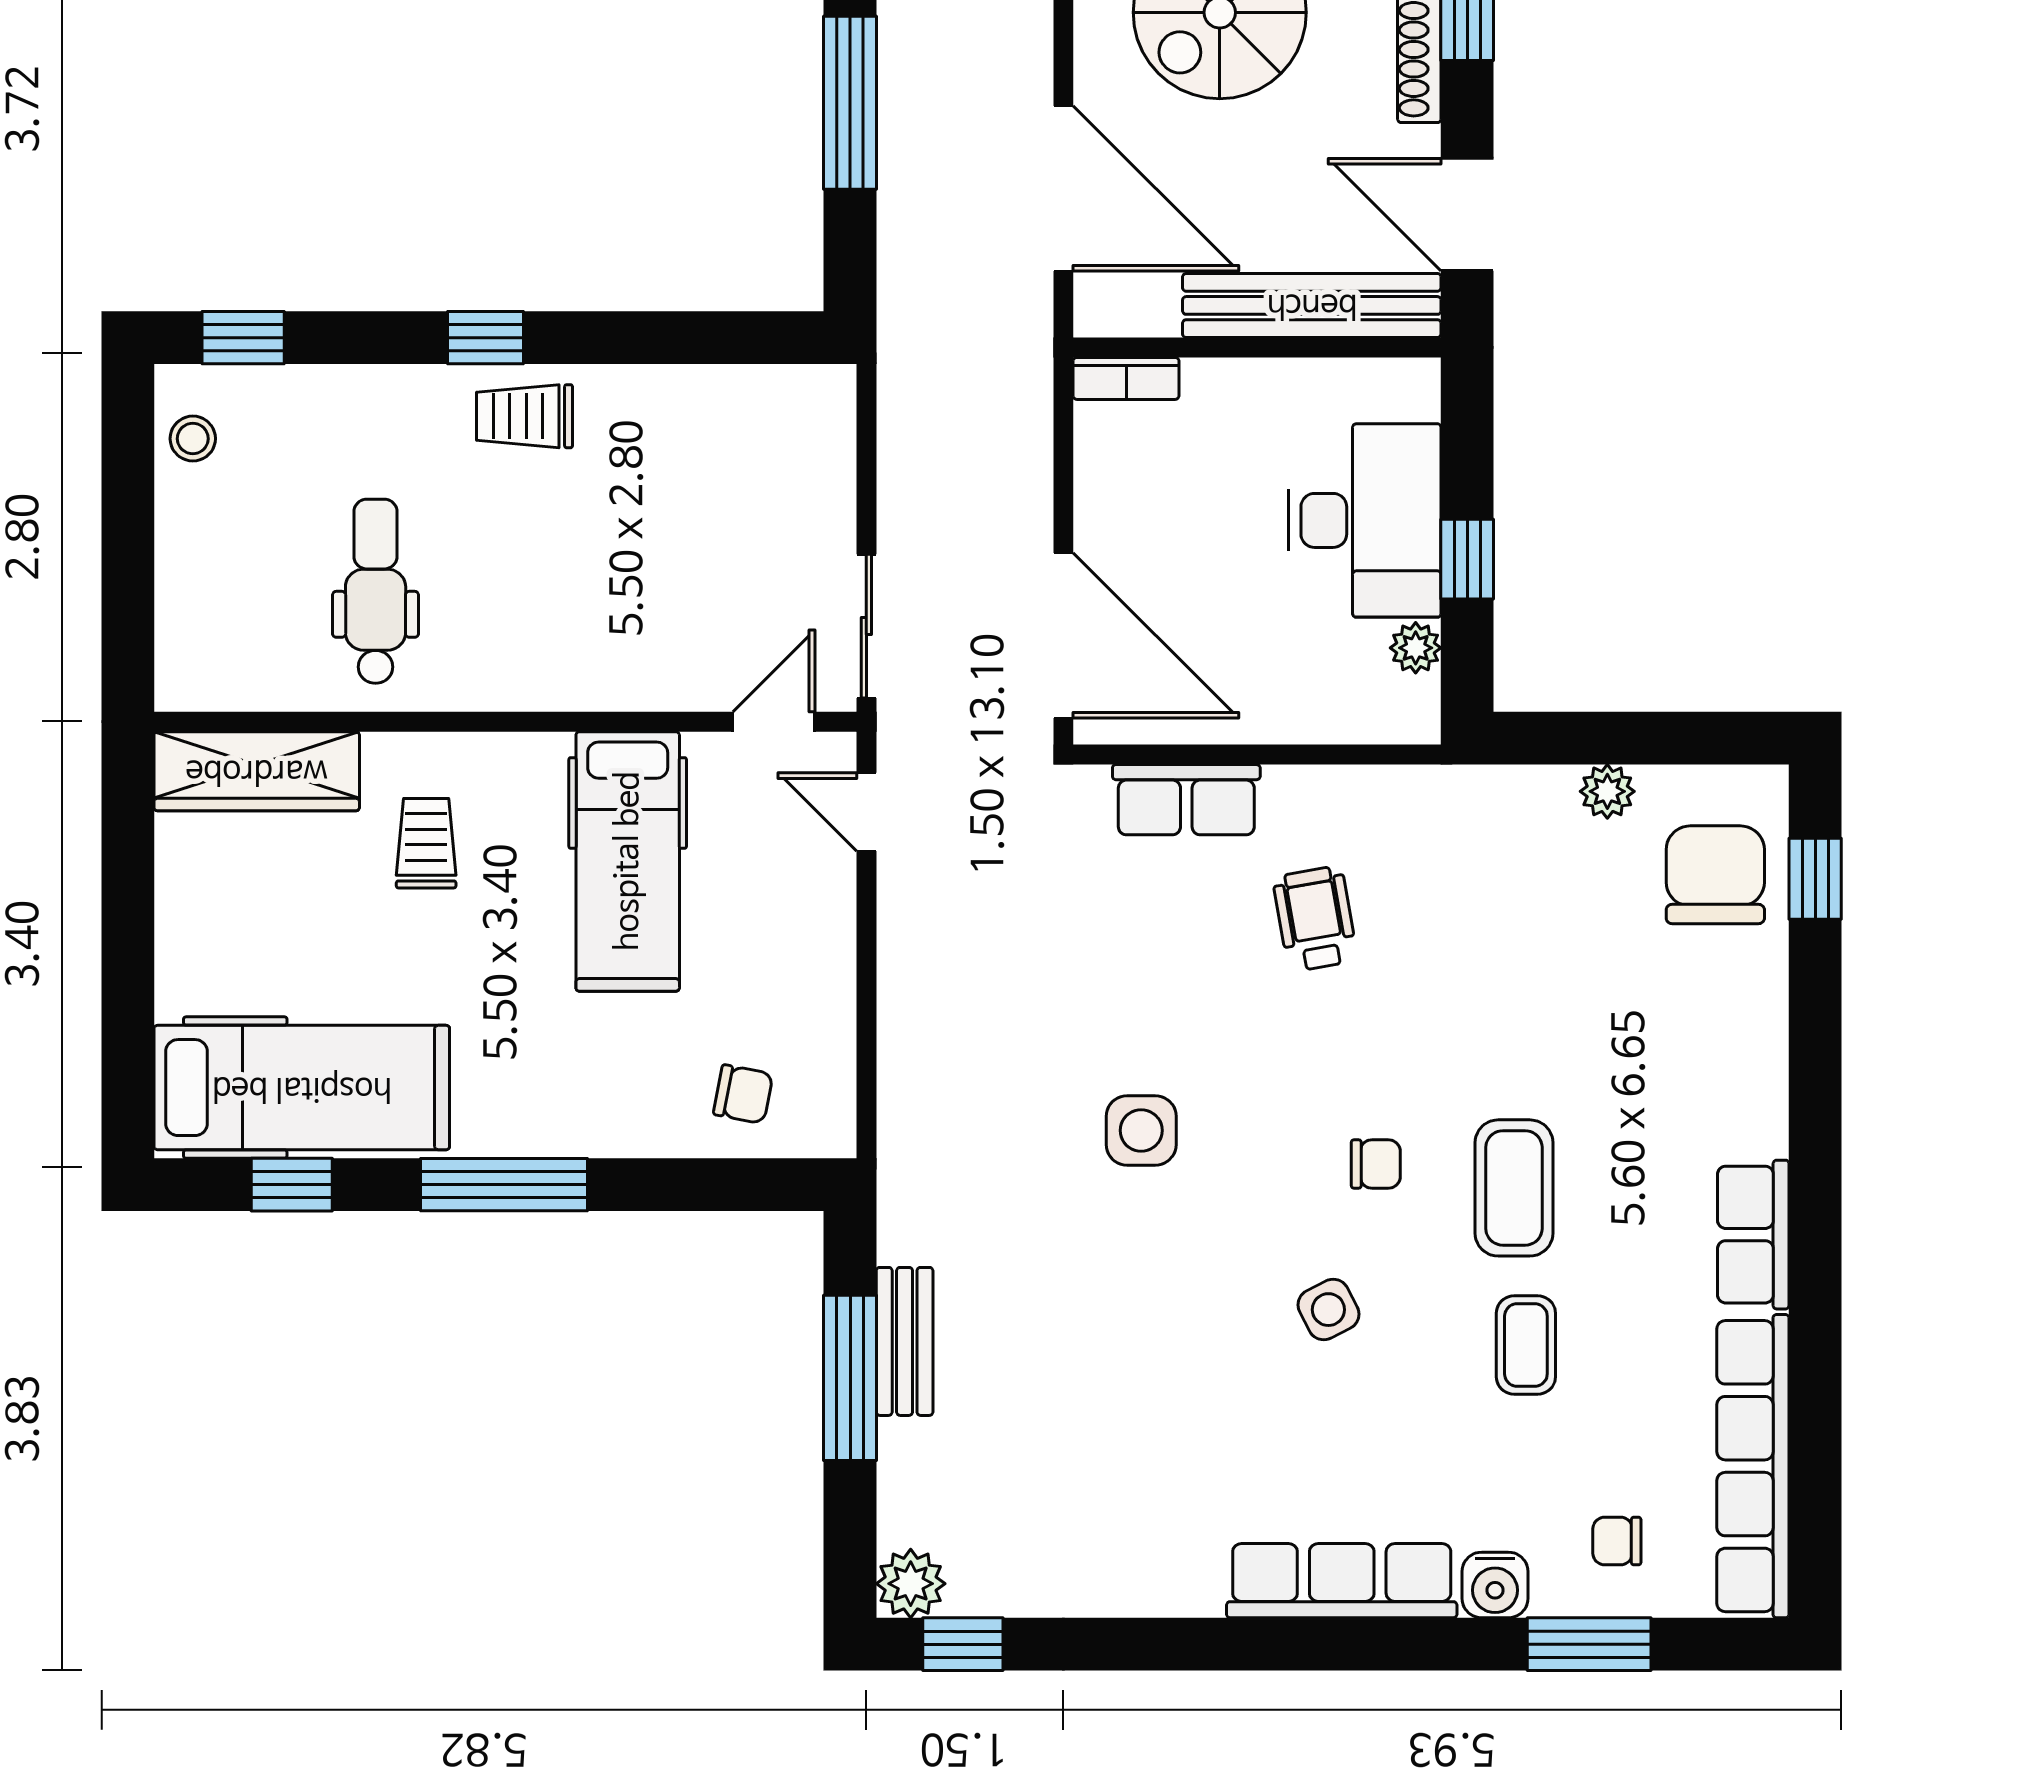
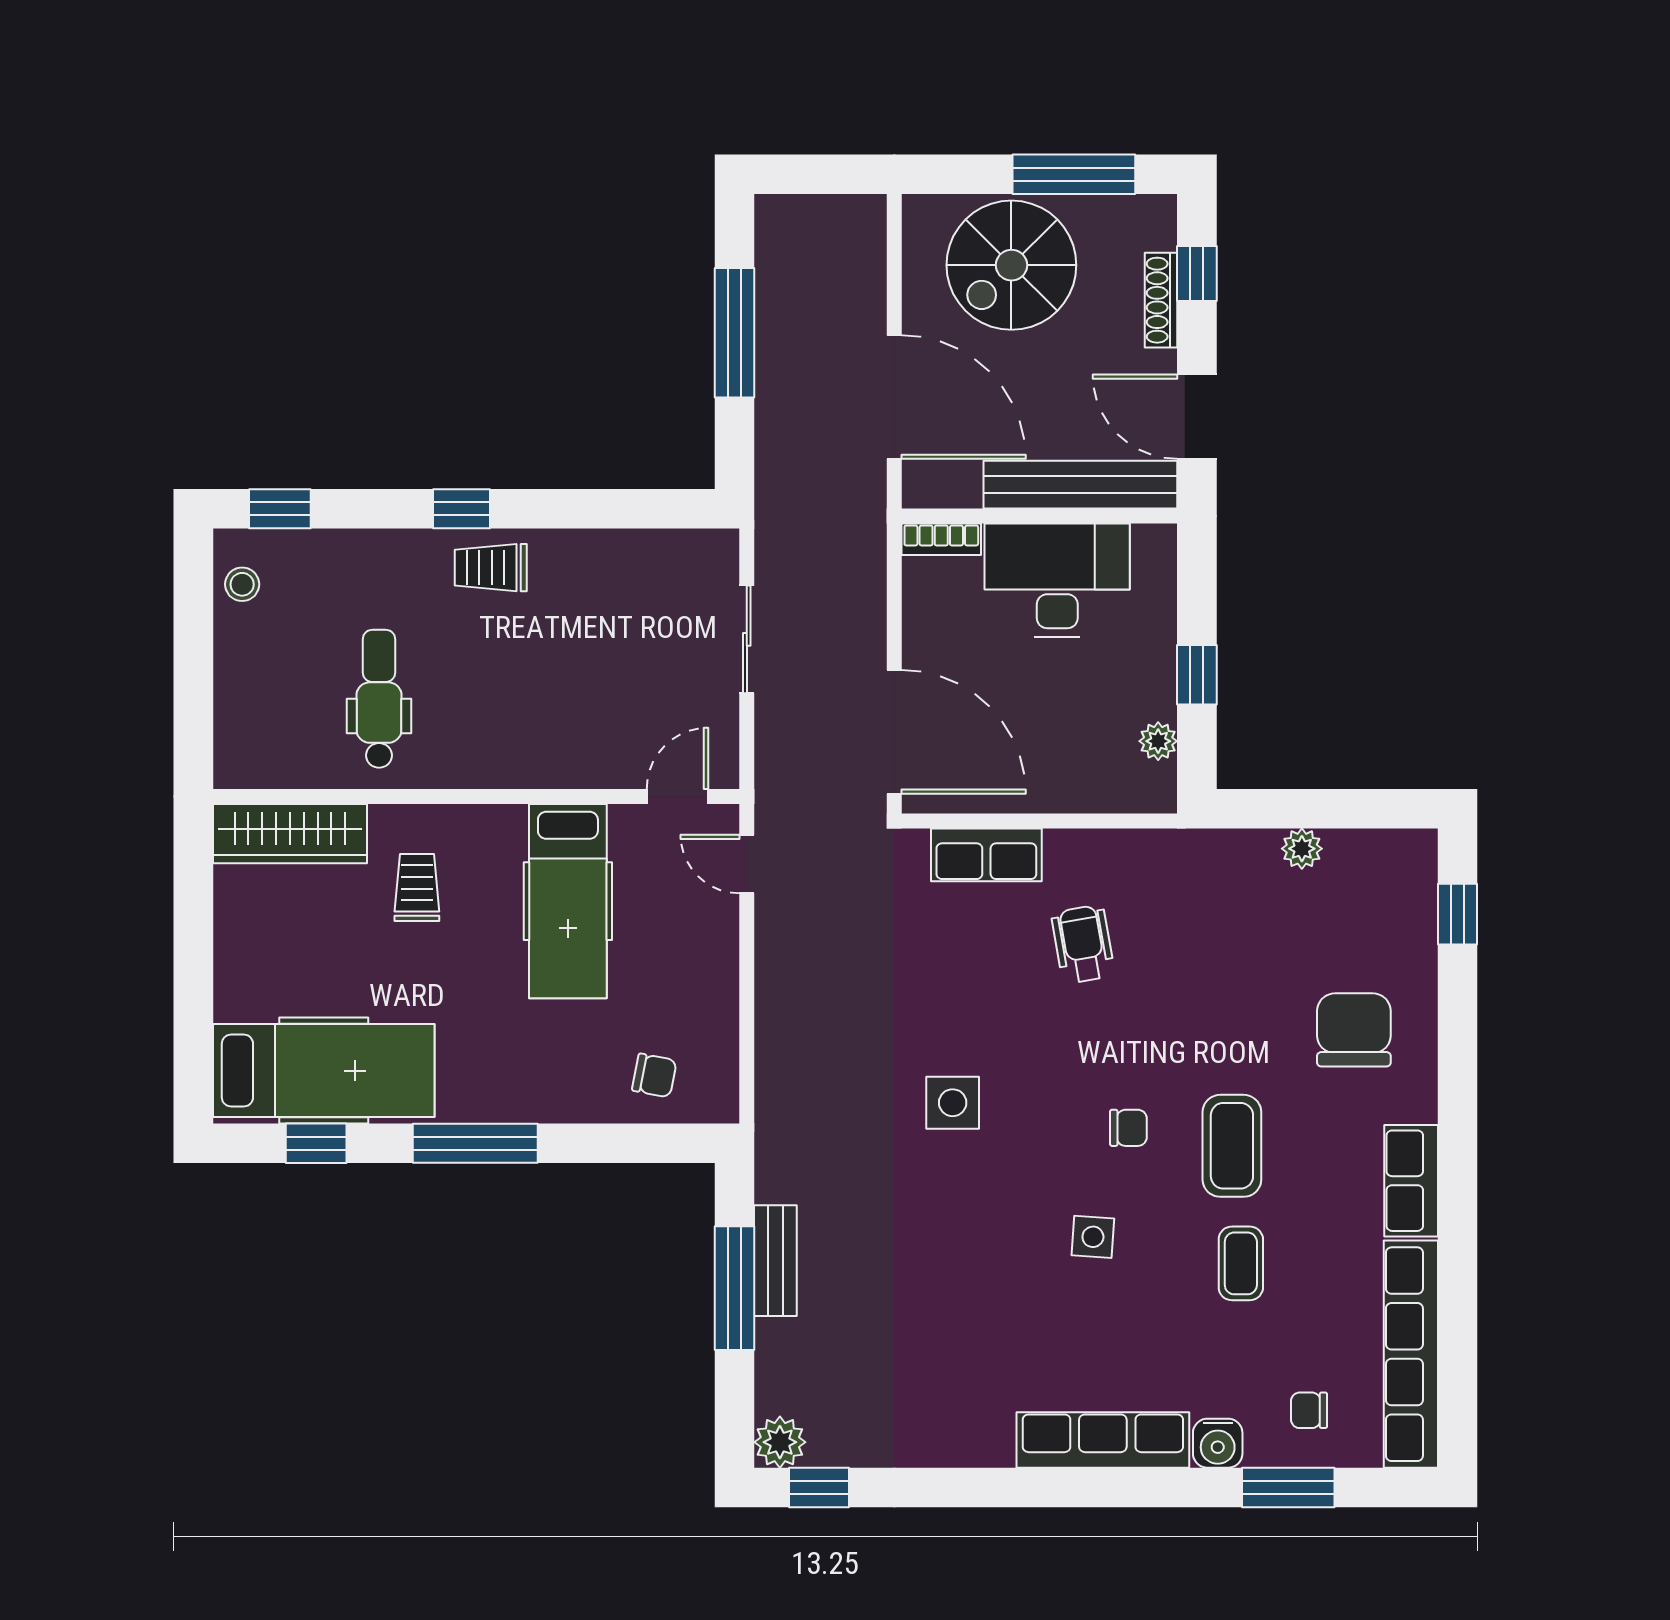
desk: (1365, 520) -> (1057, 580), moved, turned -90
sliding door: (866, 626) -> (747, 639), moved
chair: (1715, 875) -> (1354, 1030), moved
side table: (1328, 1310) -> (1093, 1237), turned 31

